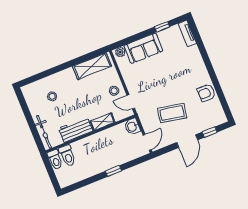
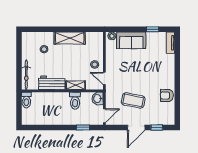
shelving: (92, 66) -> (70, 38), moved
toilet: (67, 156) -> (75, 101), moved
window: (114, 171) -> (83, 127), moved

